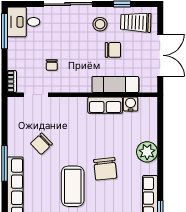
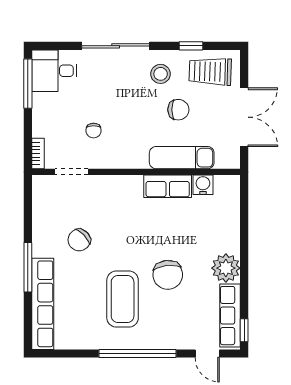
plant: (147, 152) -> (226, 268), moved

